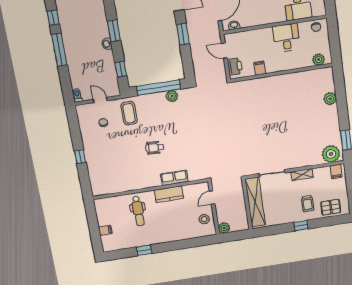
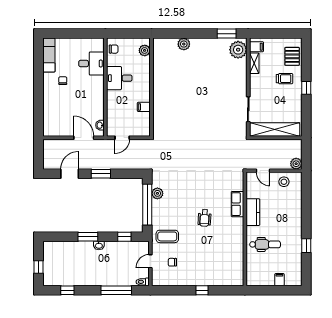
window: (59, 50) -> (116, 290), moved
printer: (235, 66) -> (139, 130), removed
shelving: (302, 175) -> (254, 63), moved

